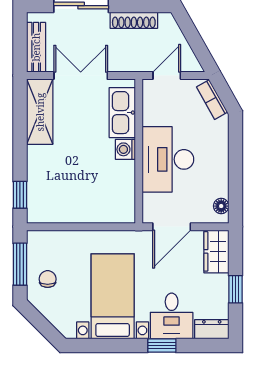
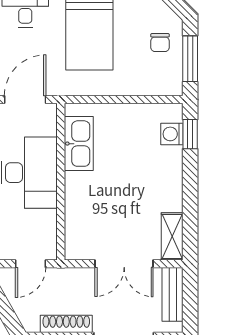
shelving: (40, 112) -> (172, 236), width x0.67, depth x0.75
kitchen sink: (122, 113) -> (79, 144), moved
washing machine: (125, 149) -> (172, 134), moved, turned 180

